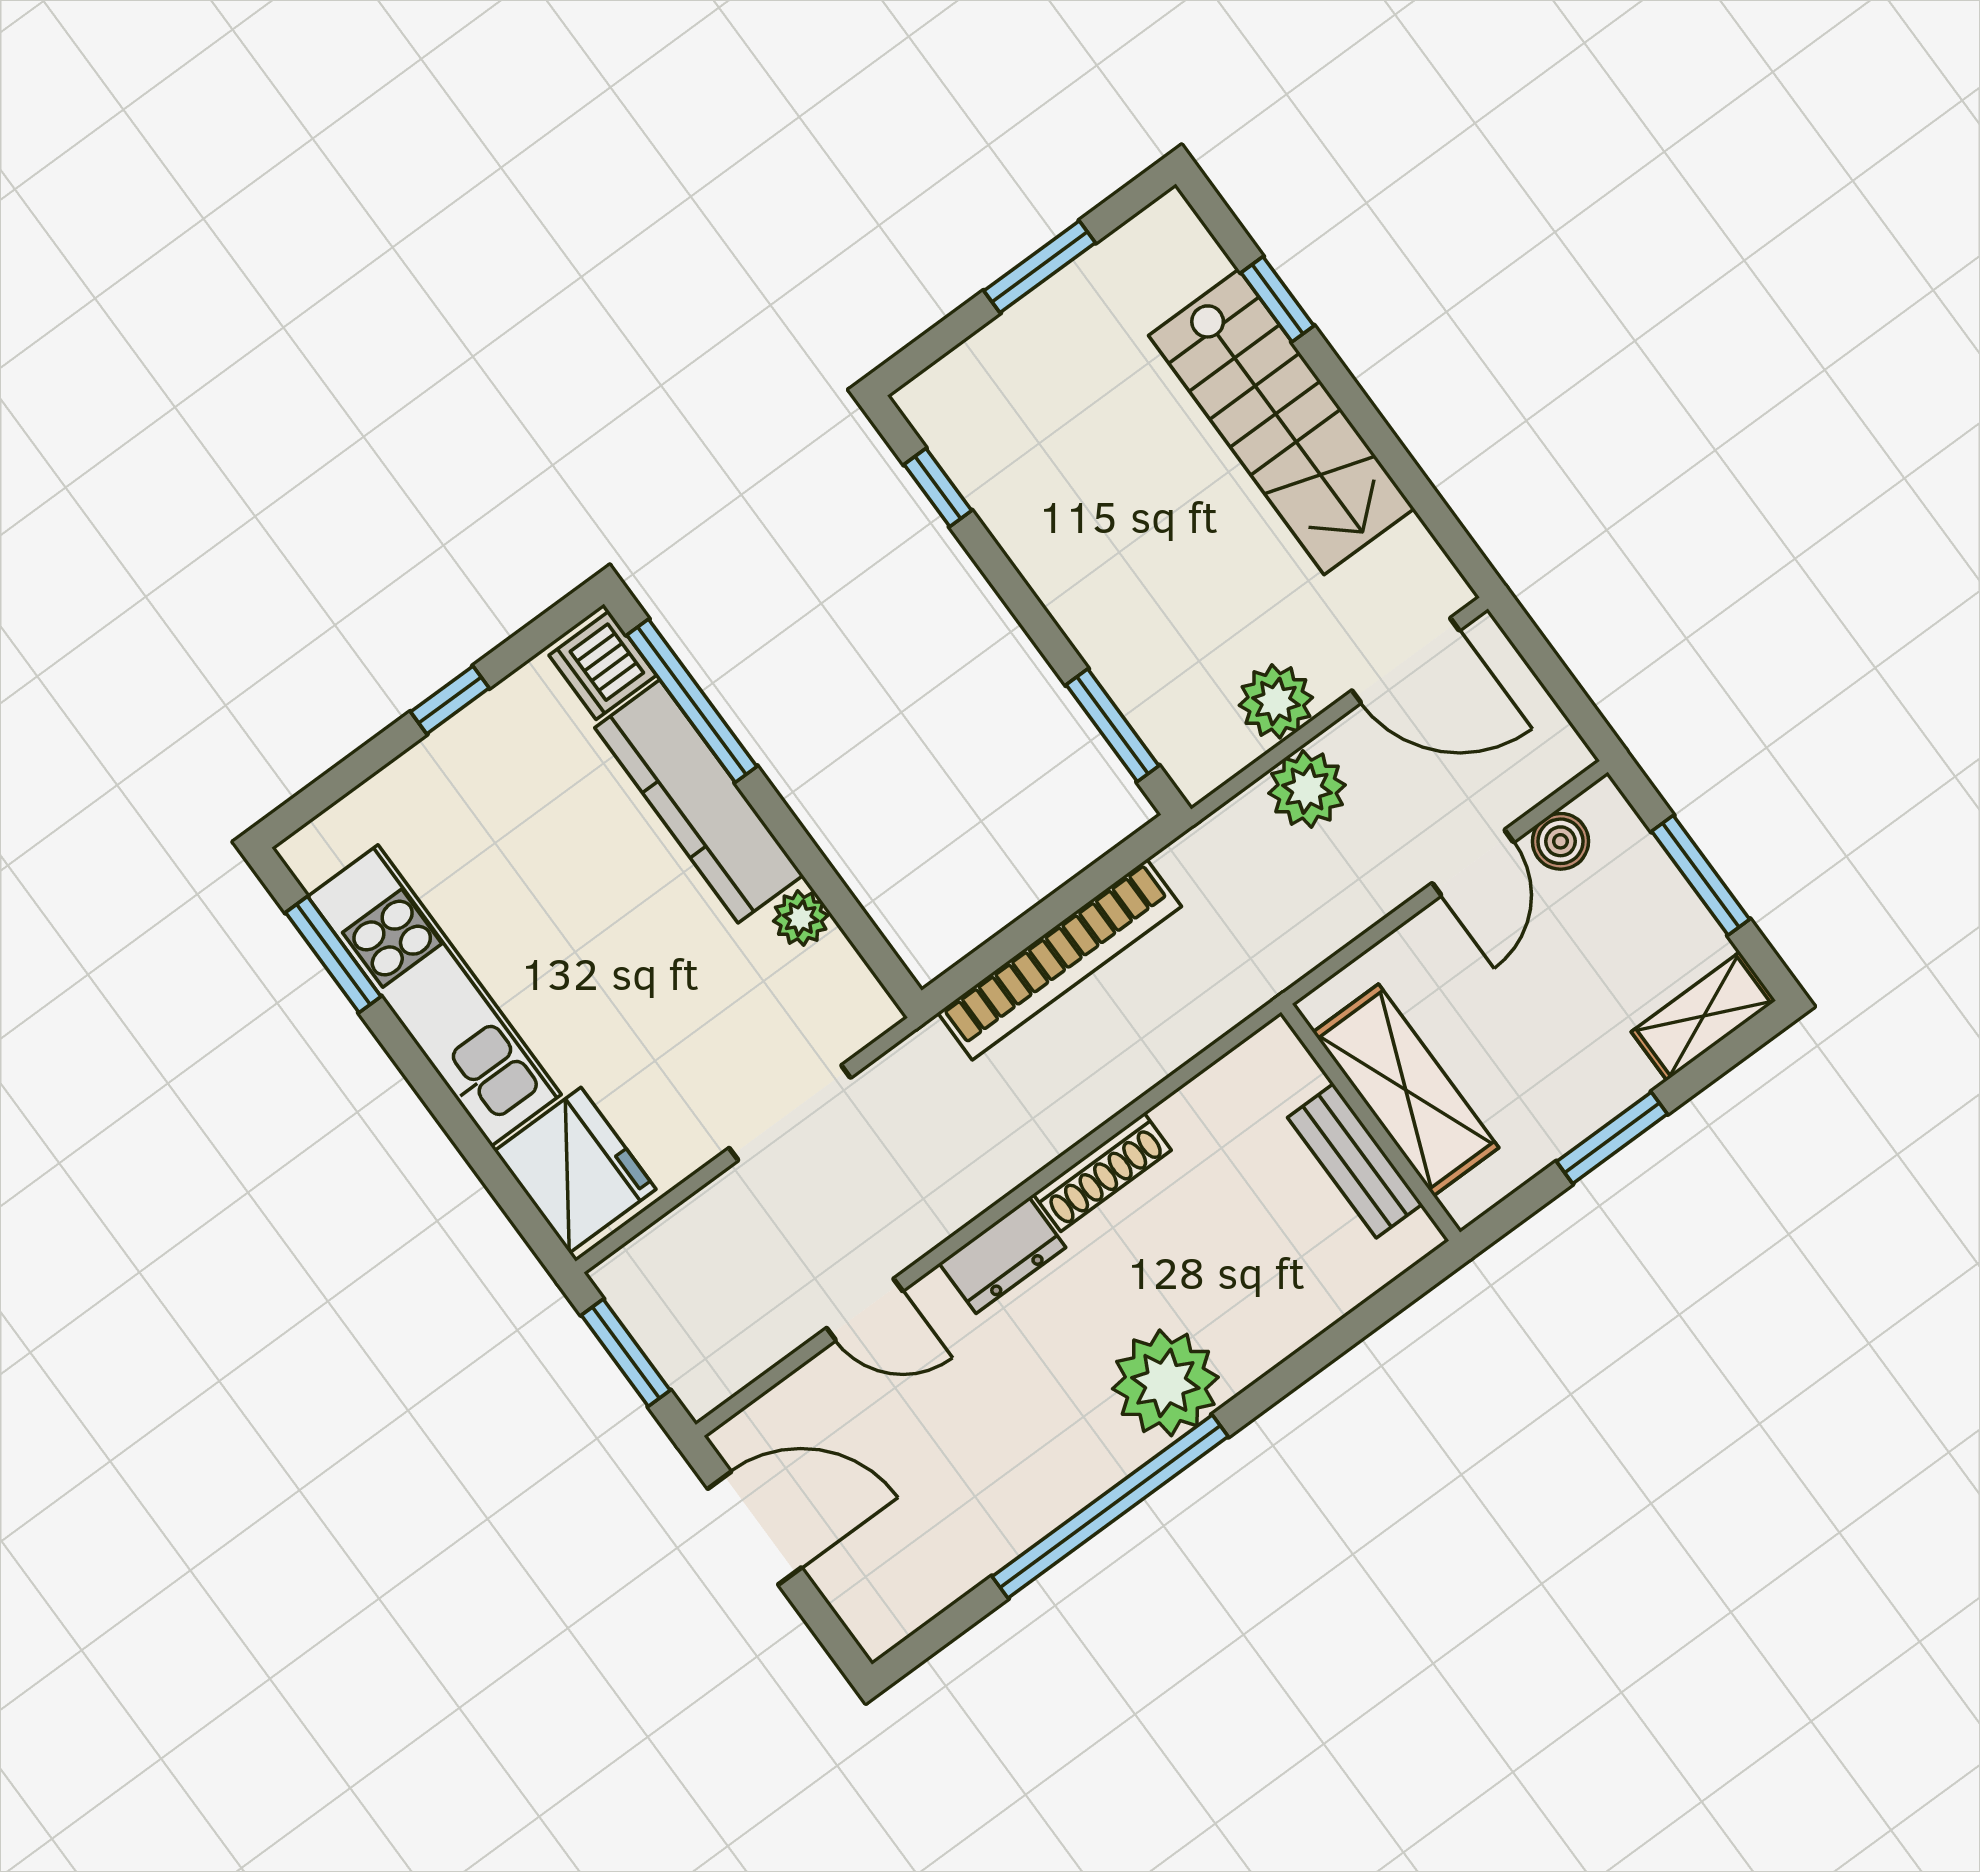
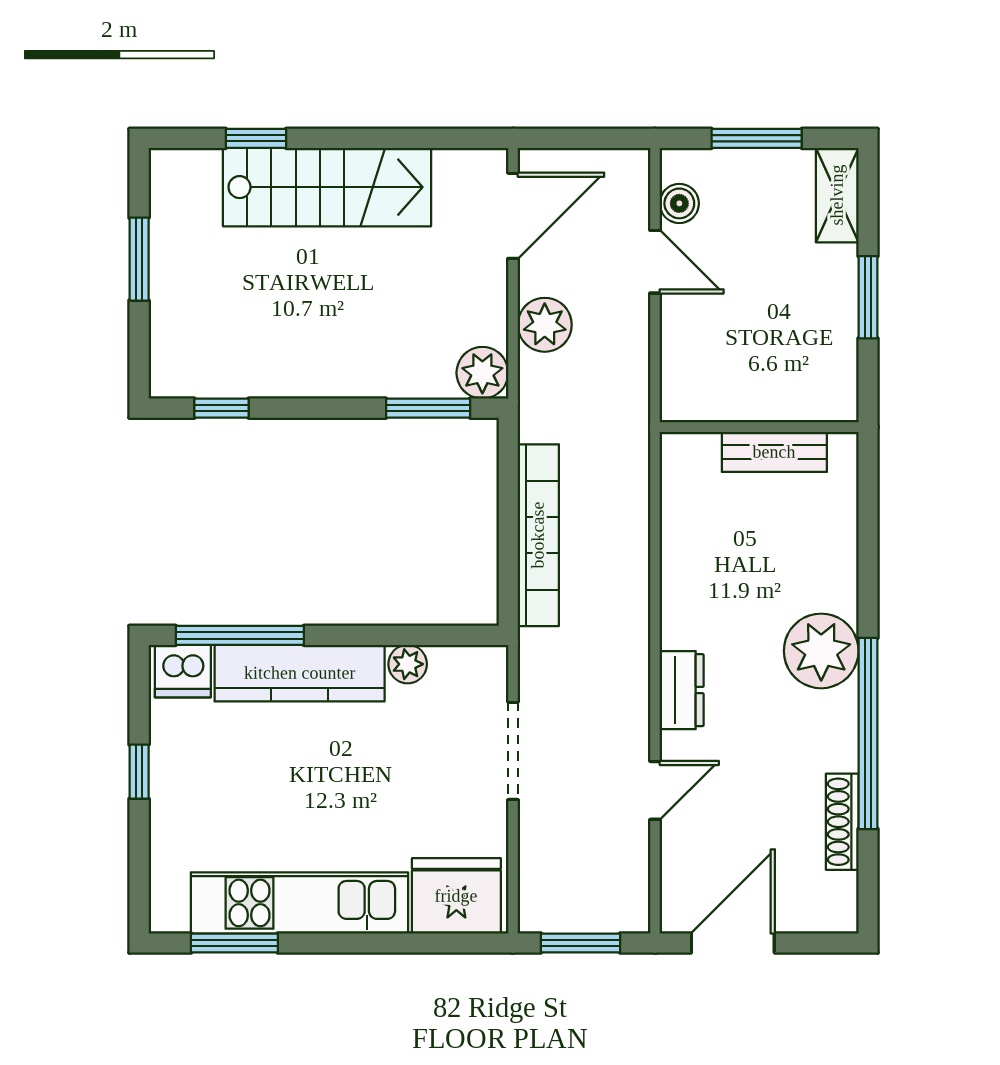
plant: (1276, 701) -> (482, 373), moved
shelving: (1406, 1090) -> (756, 394), removed
shoe rack: (1102, 1172) -> (842, 822), moved, turned 180

